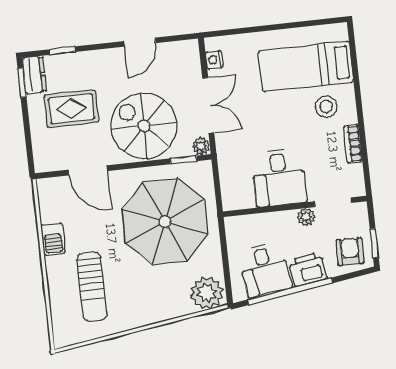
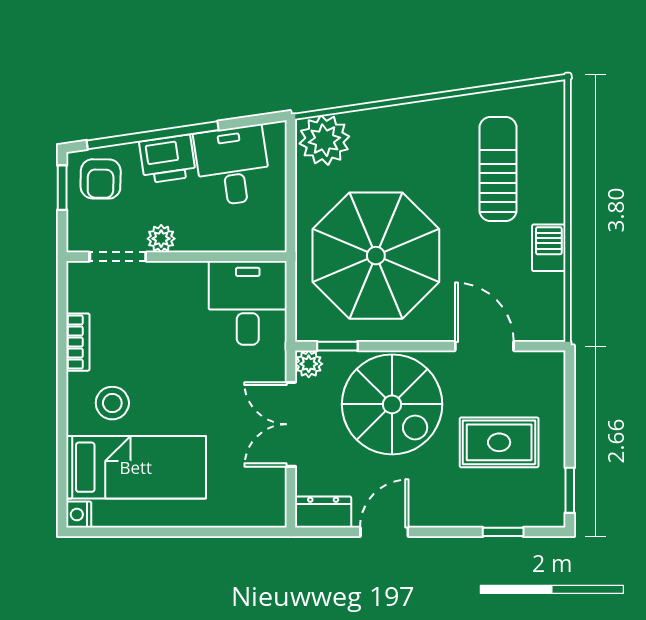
nightstand: (214, 60) -> (79, 515), moved, turned 180
dresser: (34, 75) -> (323, 512), moved, turned 90
desk: (279, 178) -> (248, 303), moved
window: (290, 291) -> (153, 135), moved

